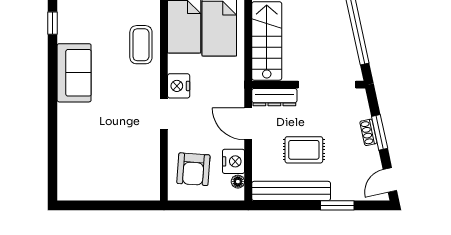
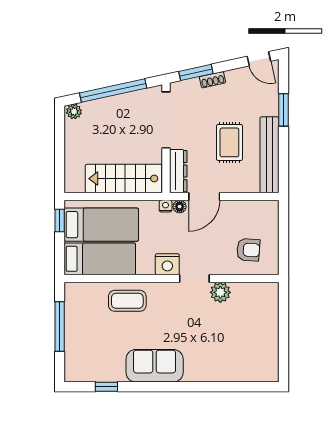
window: (380, 132) -> (196, 72), moved
plant: (150, 140) -> (220, 292), added
nightstand: (234, 161) -> (166, 206), moved, width x0.53, depth x0.56
armchair: (193, 169) -> (248, 250), width x0.72, depth x0.72
floor lamp: (238, 182) -> (180, 207), moved

